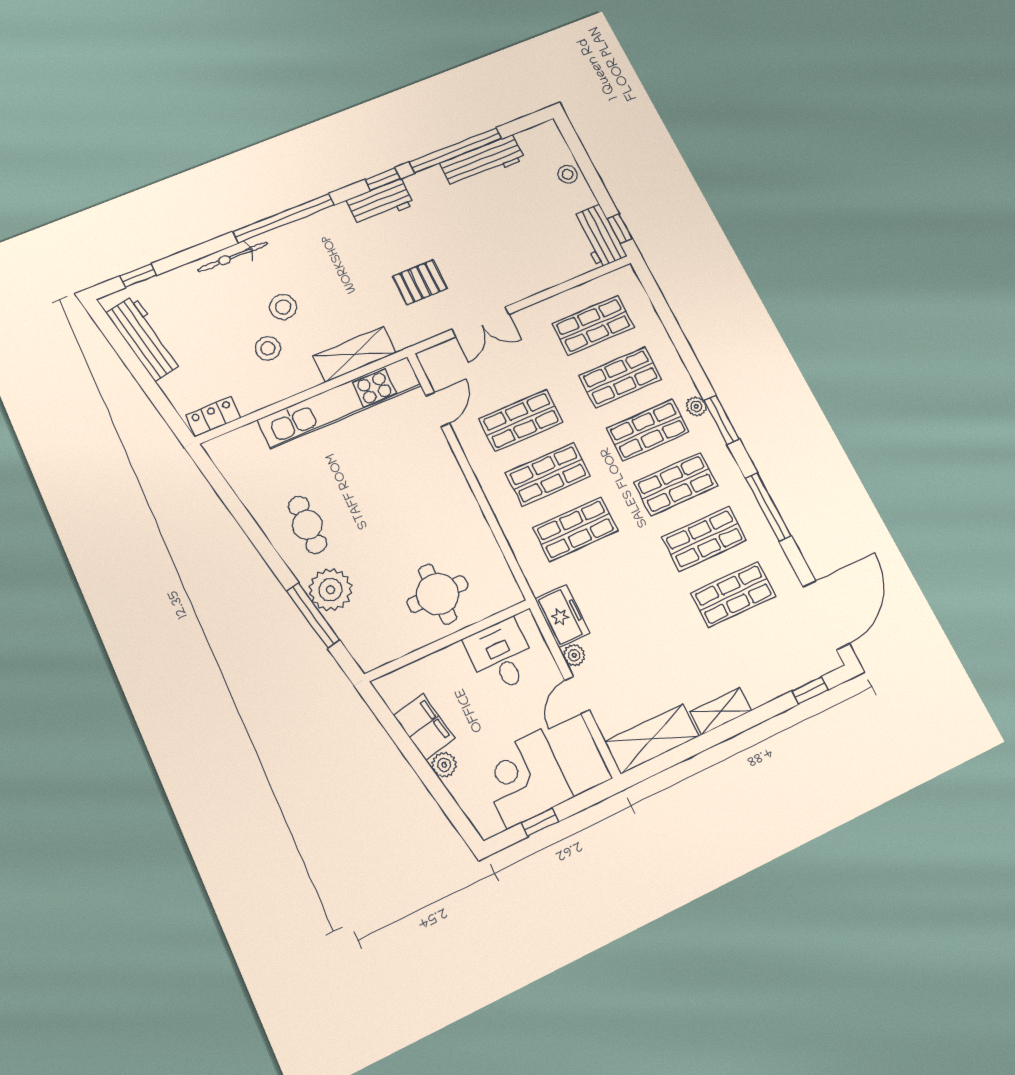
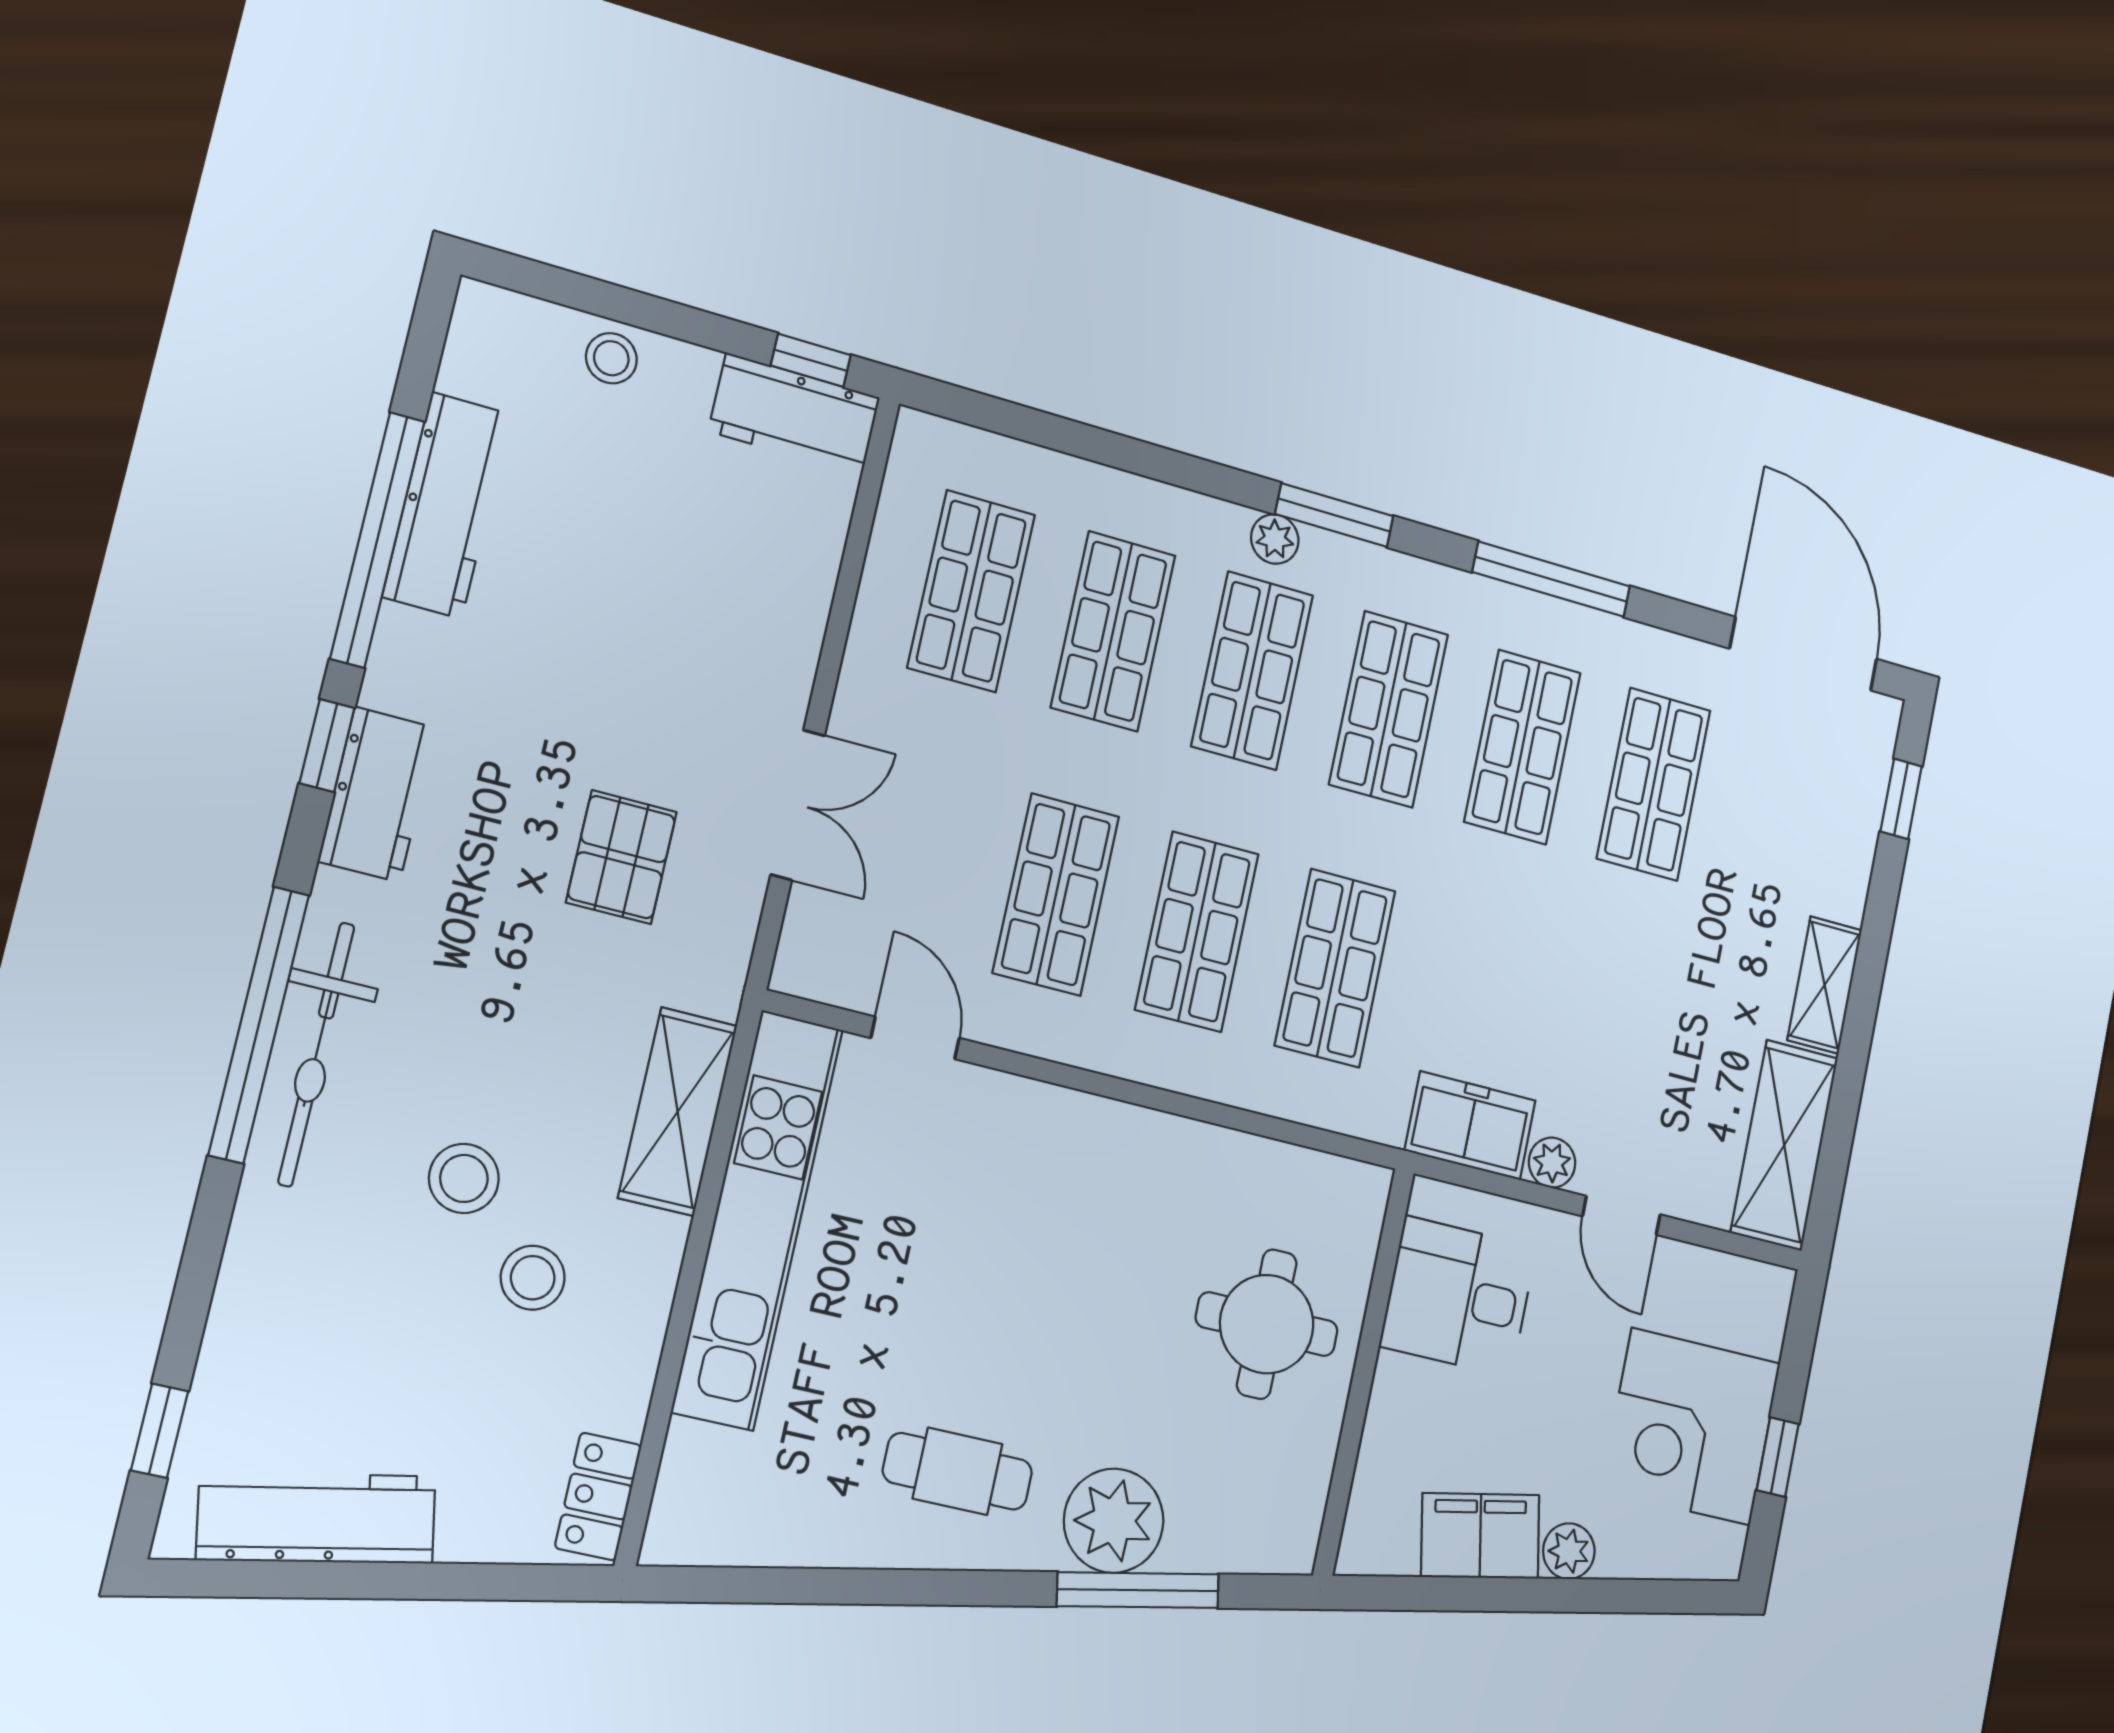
bicycle: (233, 257) -> (316, 1054), moved, width x1.37, depth x1.40

